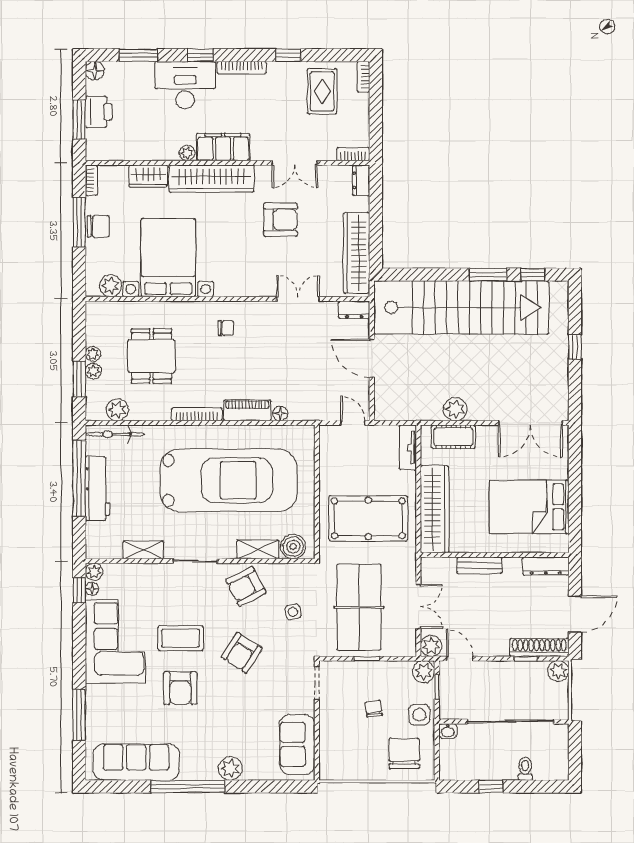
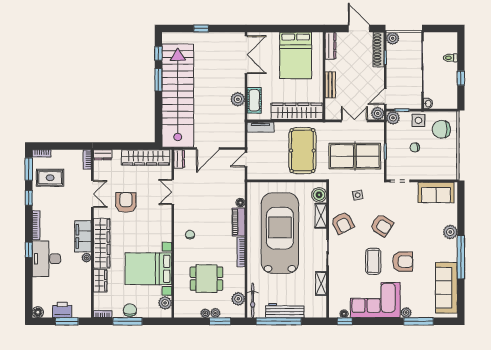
window: (138, 55) -> (29, 169), moved
plant: (94, 572) -> (406, 313), moved

